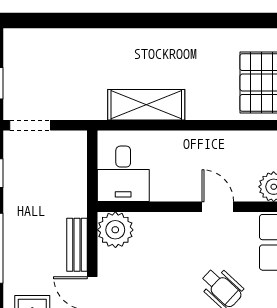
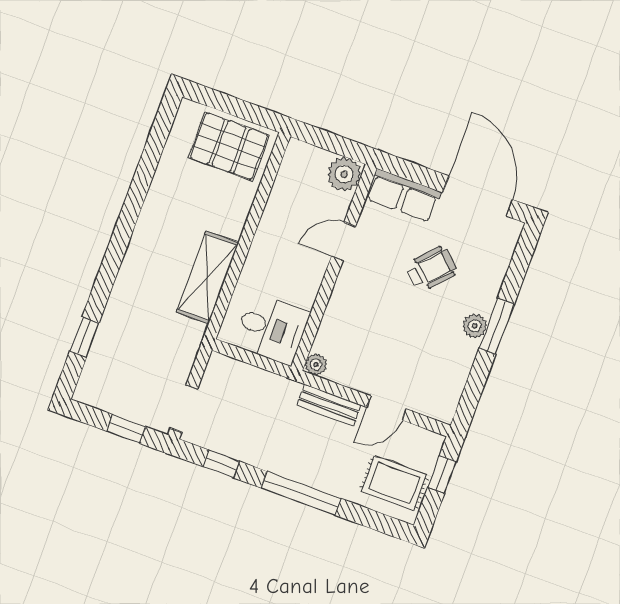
window: (59, 21) -> (84, 337), added
plant: (115, 230) -> (316, 364), width x0.53, depth x0.53

